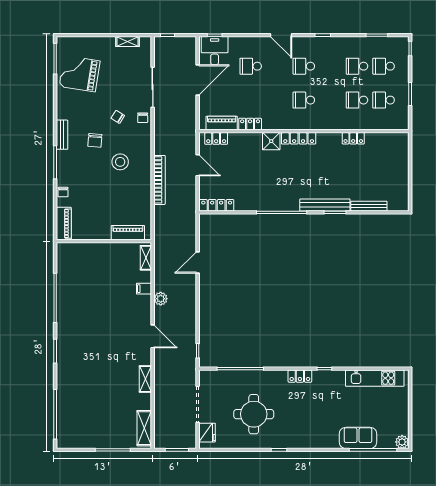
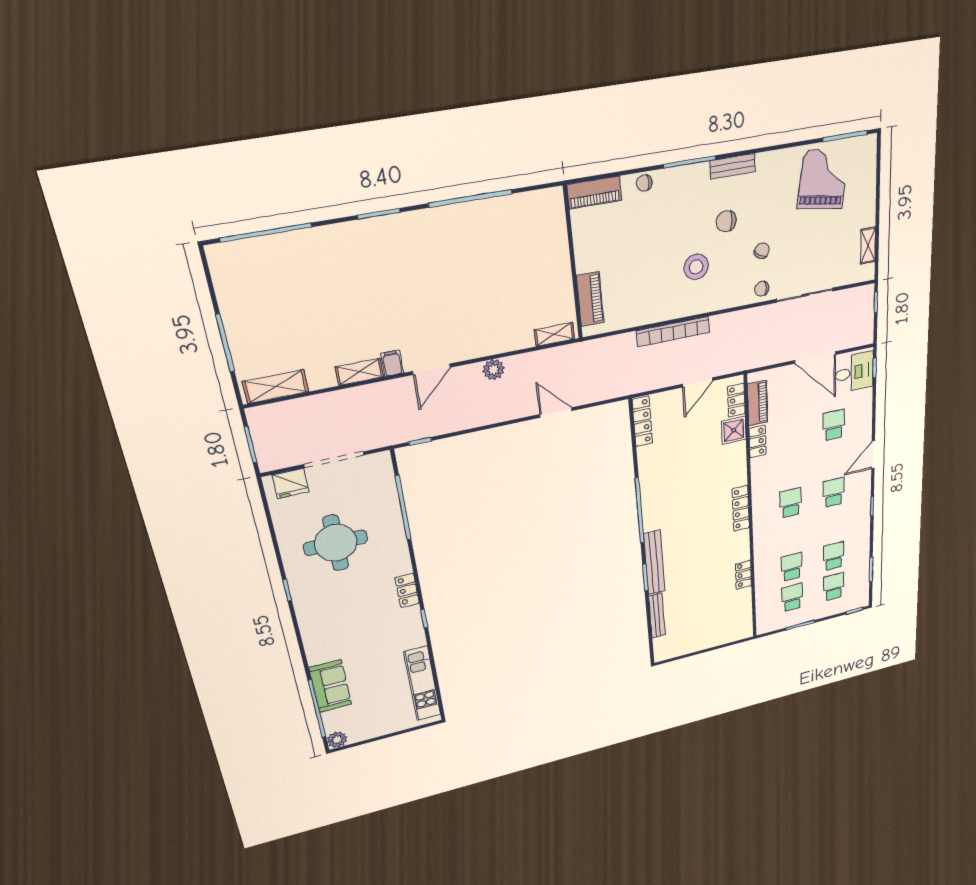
shower: (271, 141) -> (734, 430), moved
filing cabinet: (144, 289) -> (392, 363), moved

